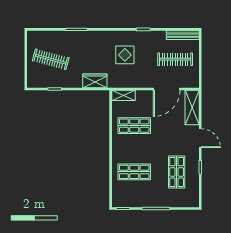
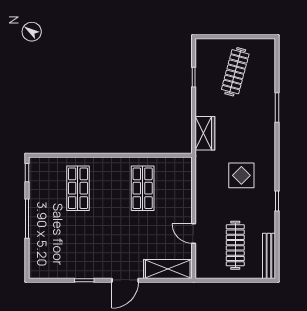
door: (167, 89) -> (194, 233), width x0.53
shelving: (123, 95) -> (185, 173), removed
shop shelf: (177, 172) -> (78, 247), removed

